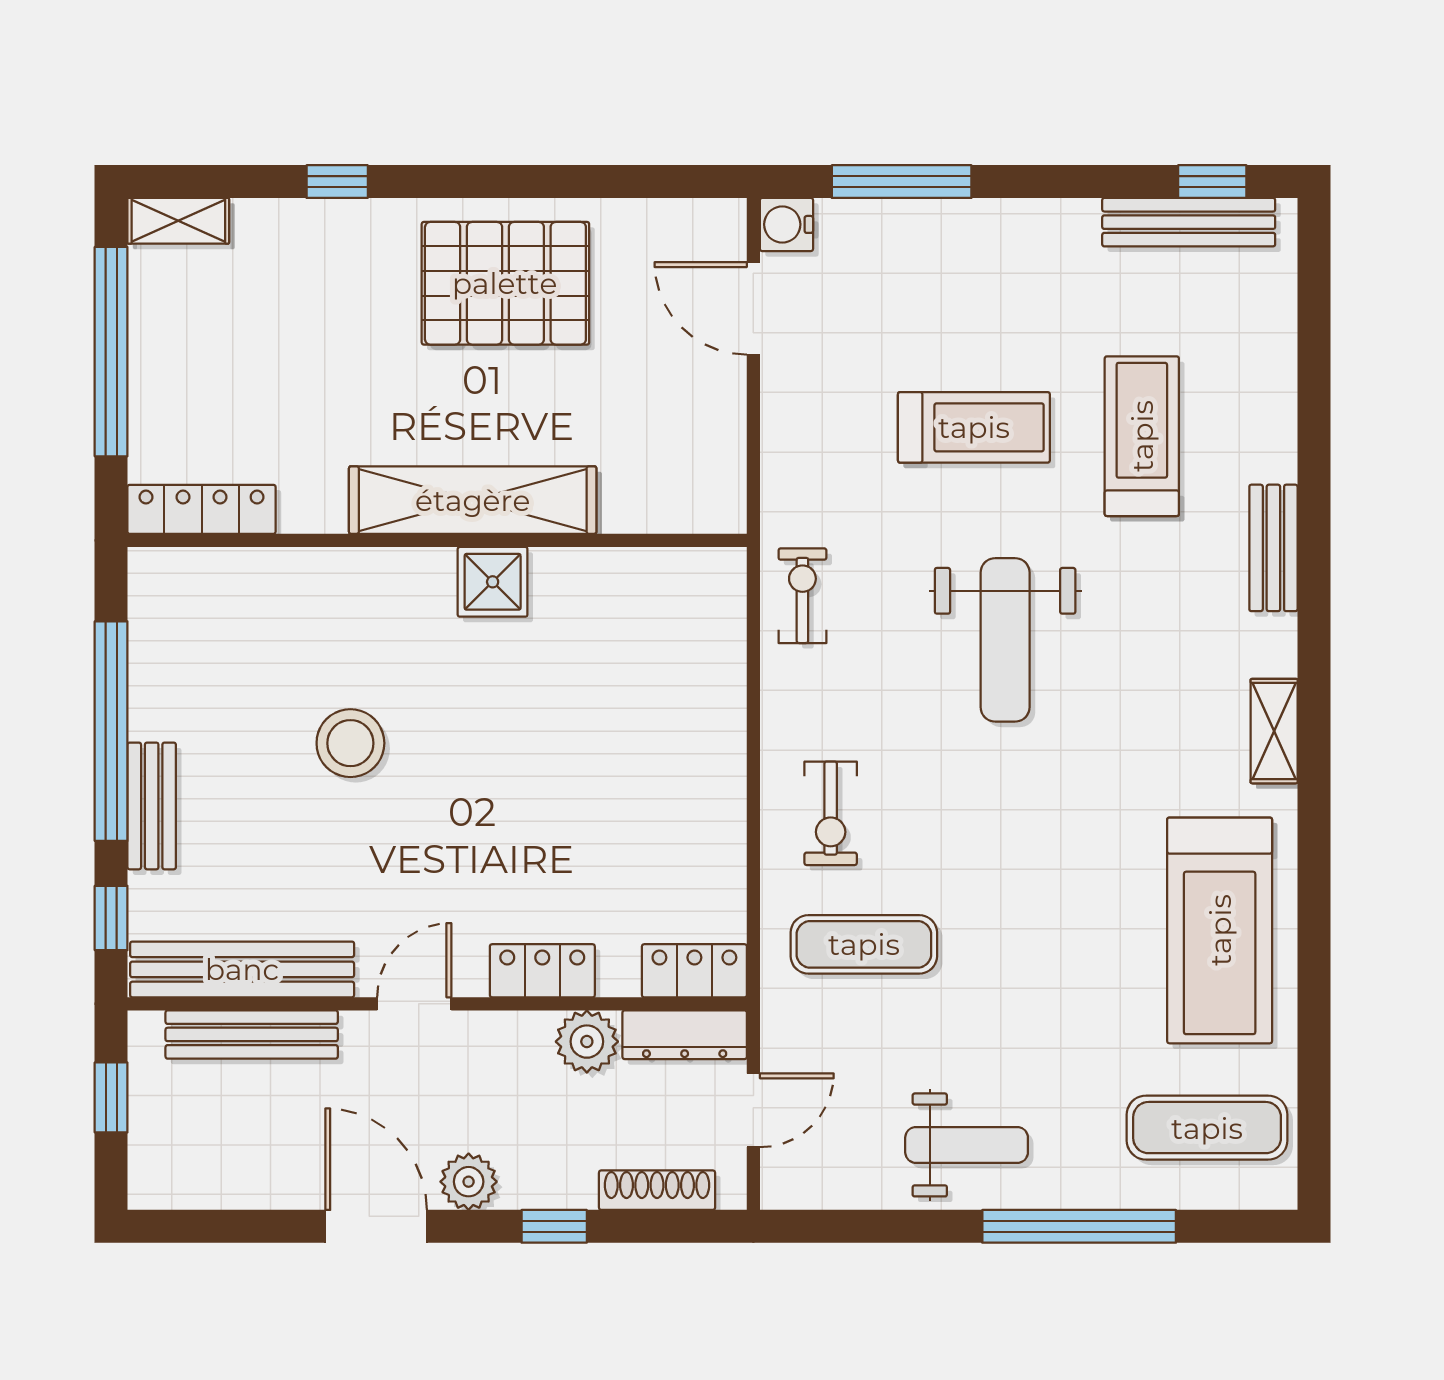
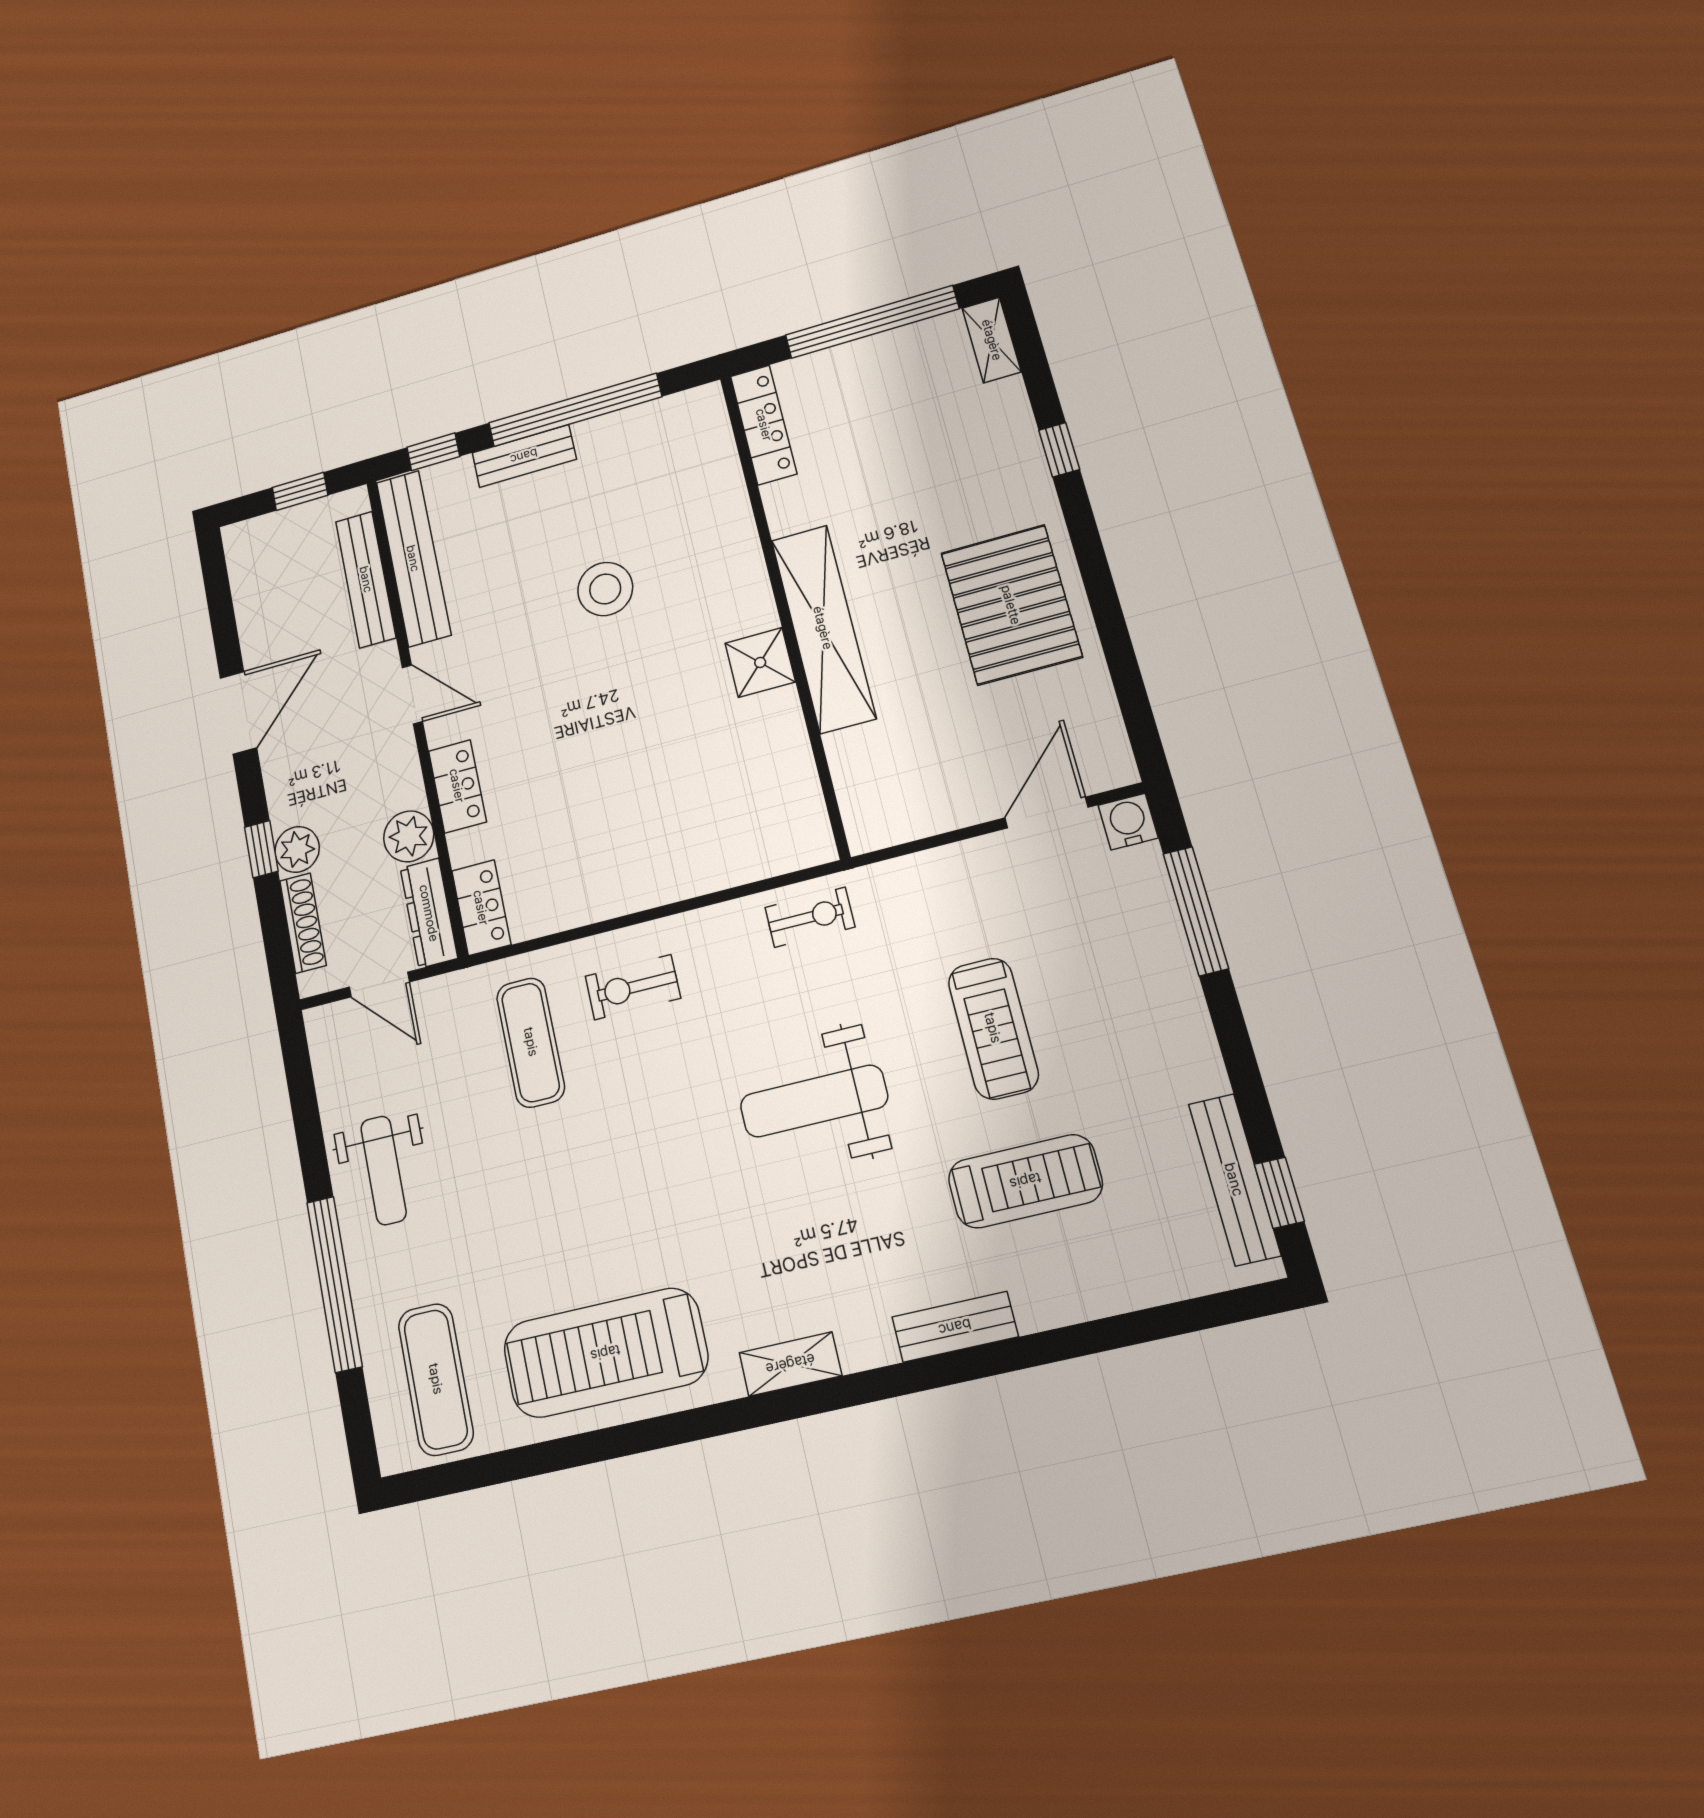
plant: (469, 1182) -> (297, 849), moved

